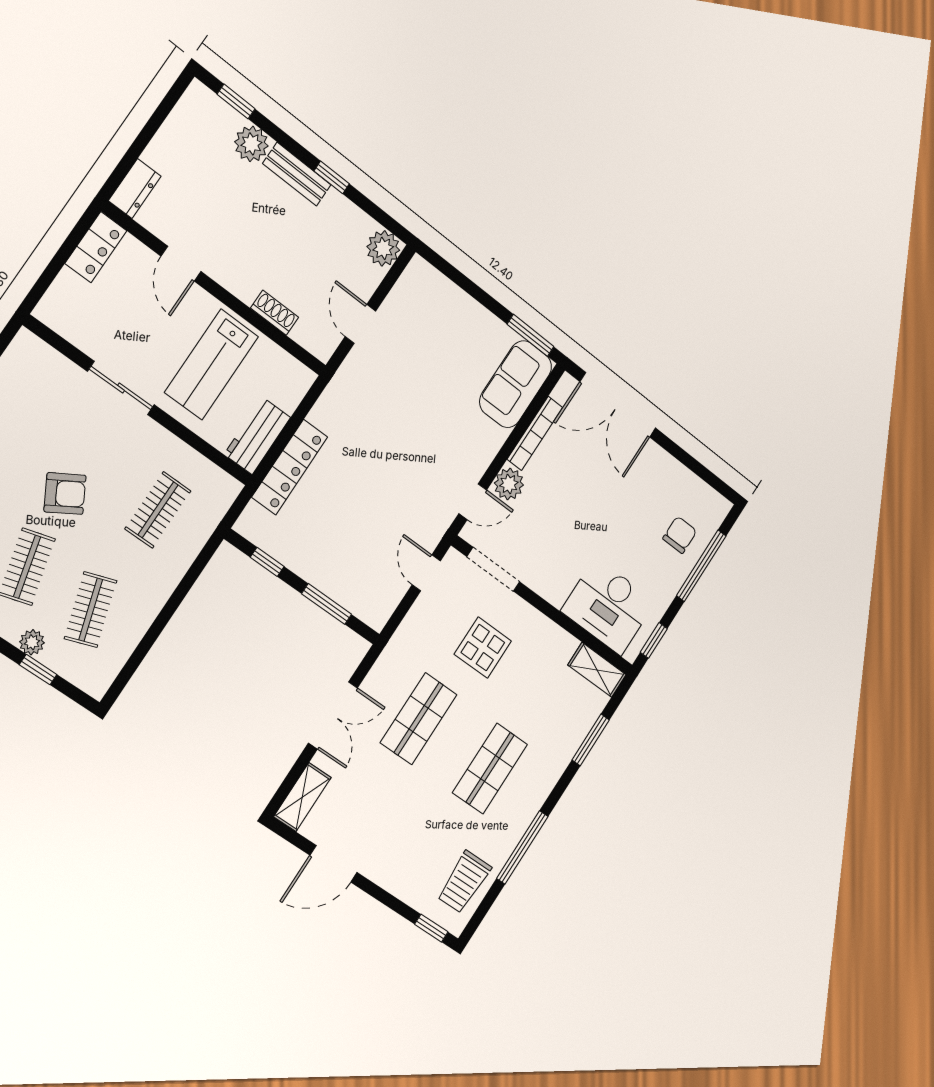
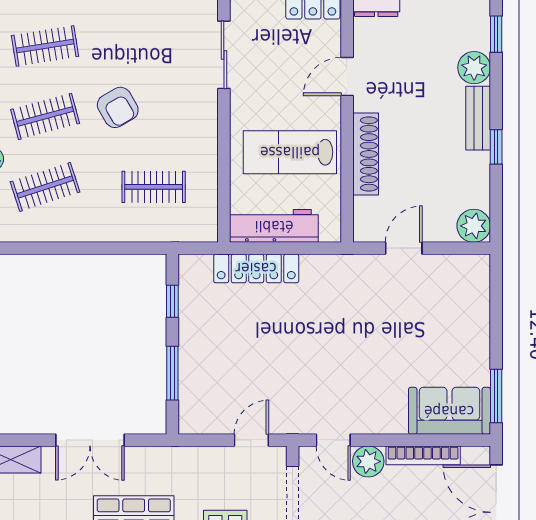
shoe rack: (275, 313) -> (366, 154), width x1.94, depth x1.24
sliding door: (121, 388) -> (224, 55), moved
workbench: (257, 436) -> (274, 226), width x1.38

